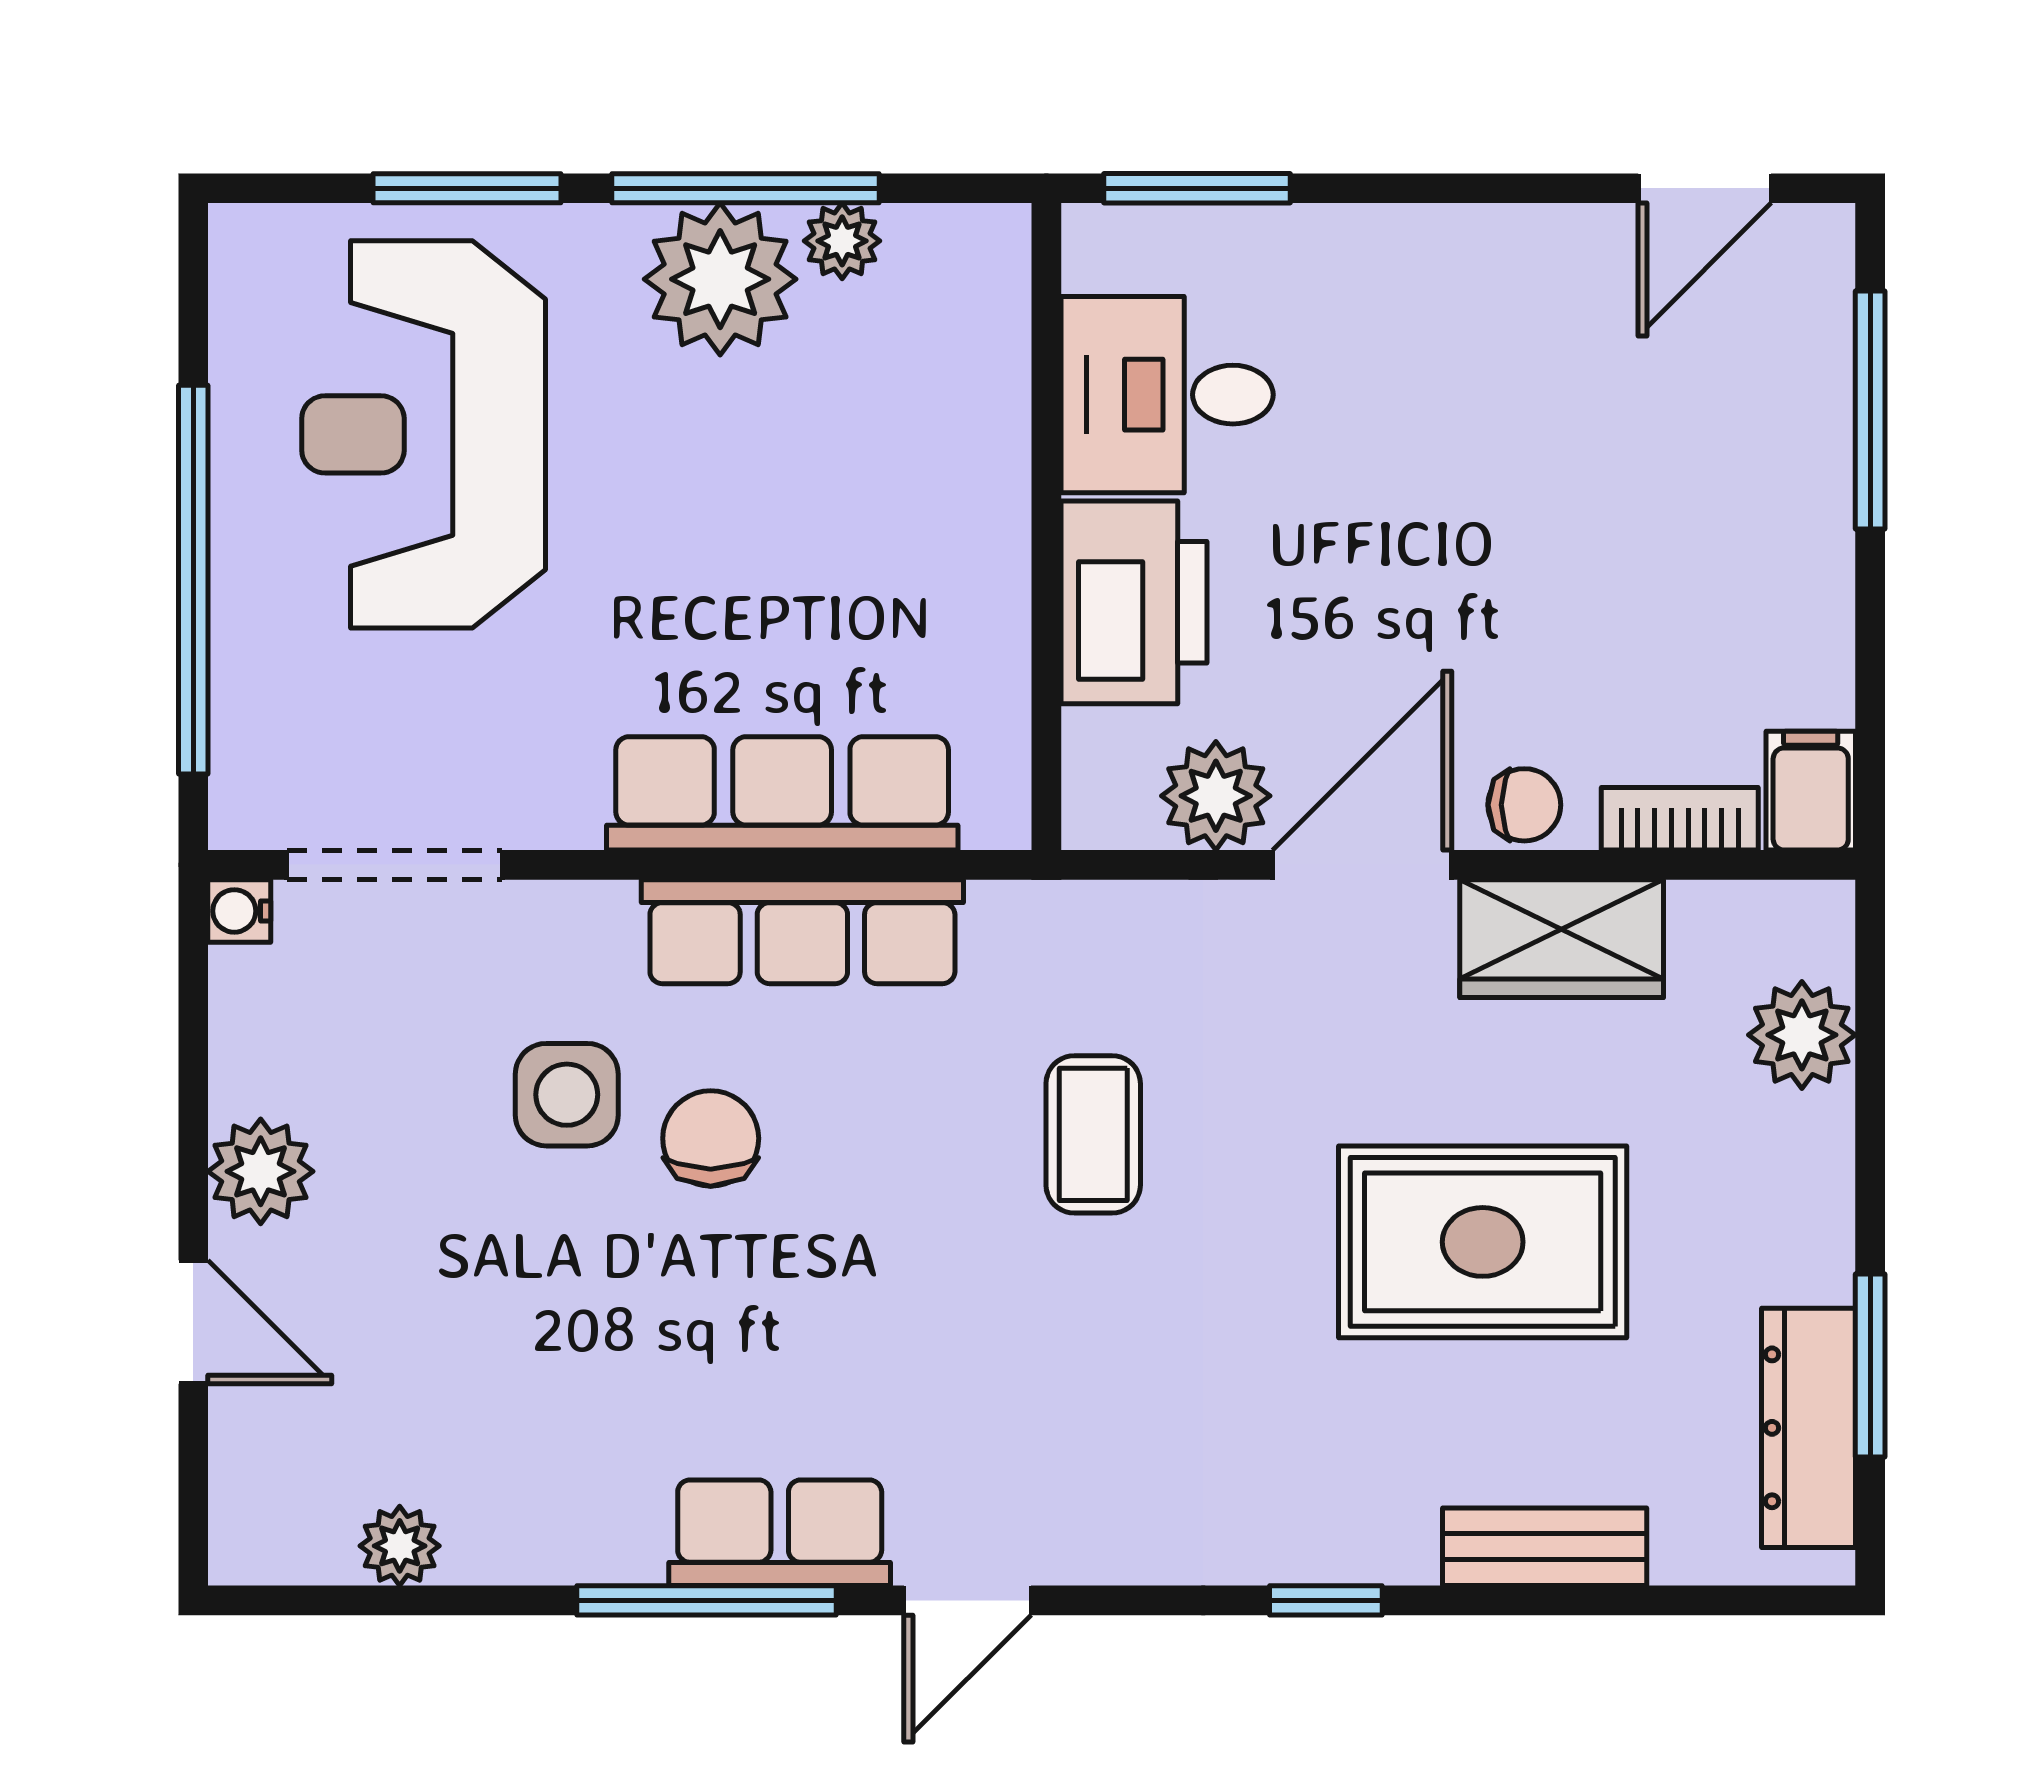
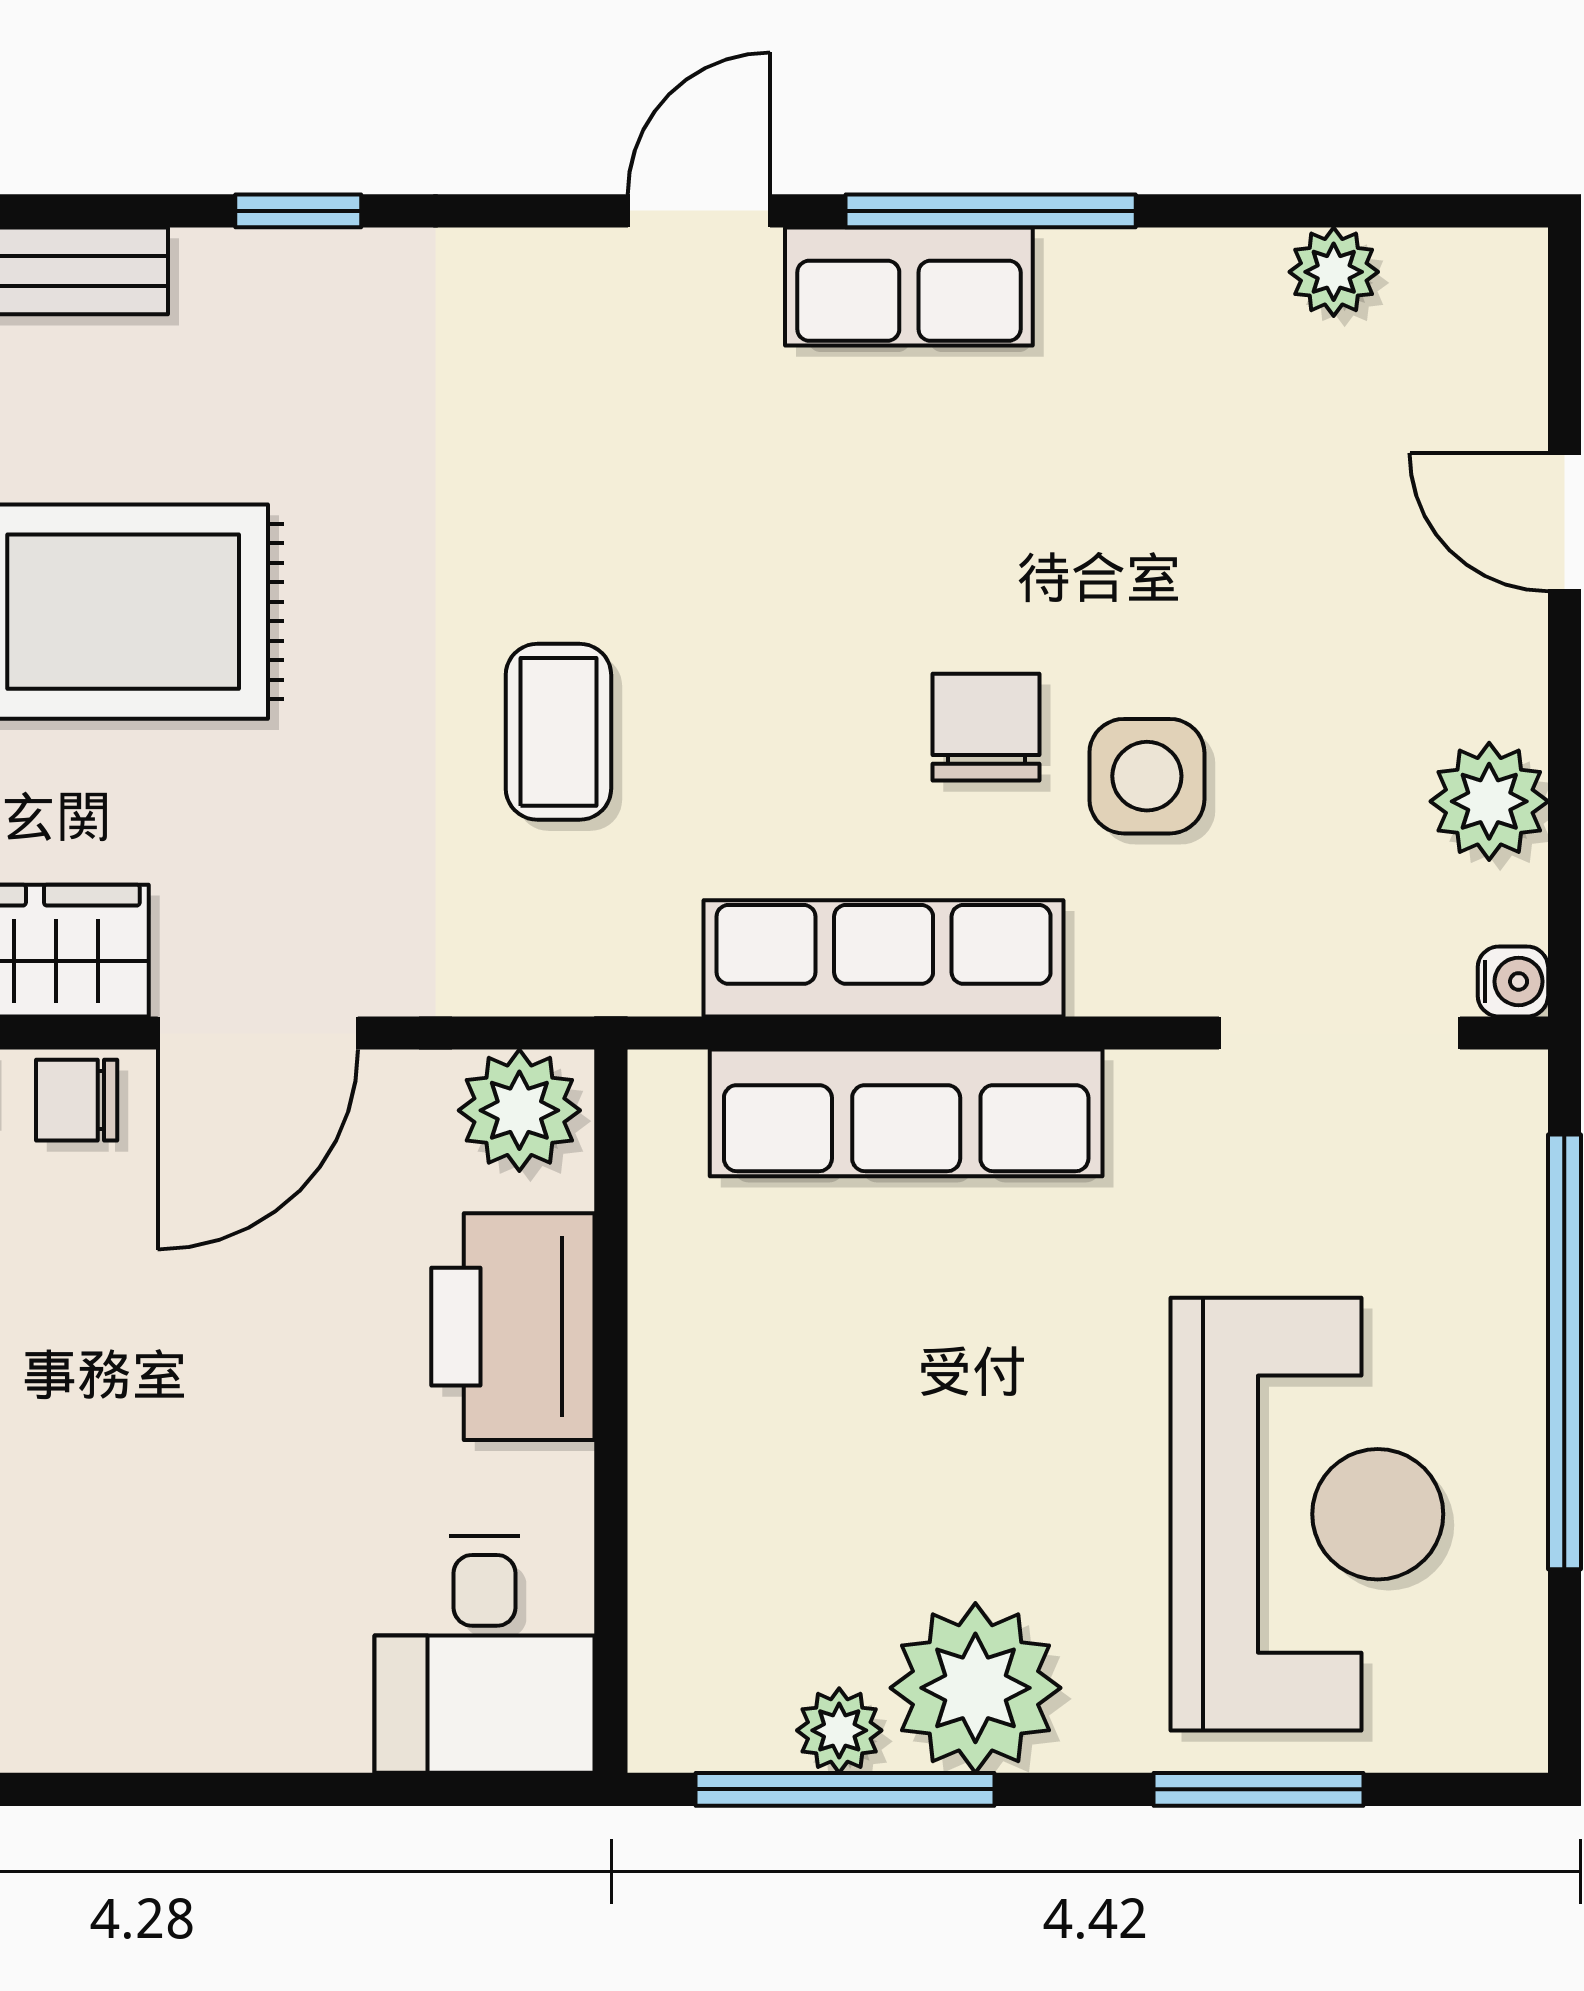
window: (746, 188) -> (845, 1789), moved
window: (1197, 188) -> (442, 1789), removed
desk: (1167, 395) -> (485, 1654), moved, turned 90
plant: (1216, 796) -> (519, 1110), moved
chair: (711, 1138) -> (986, 727), turned 180
plant: (261, 1171) -> (1489, 801), moved

